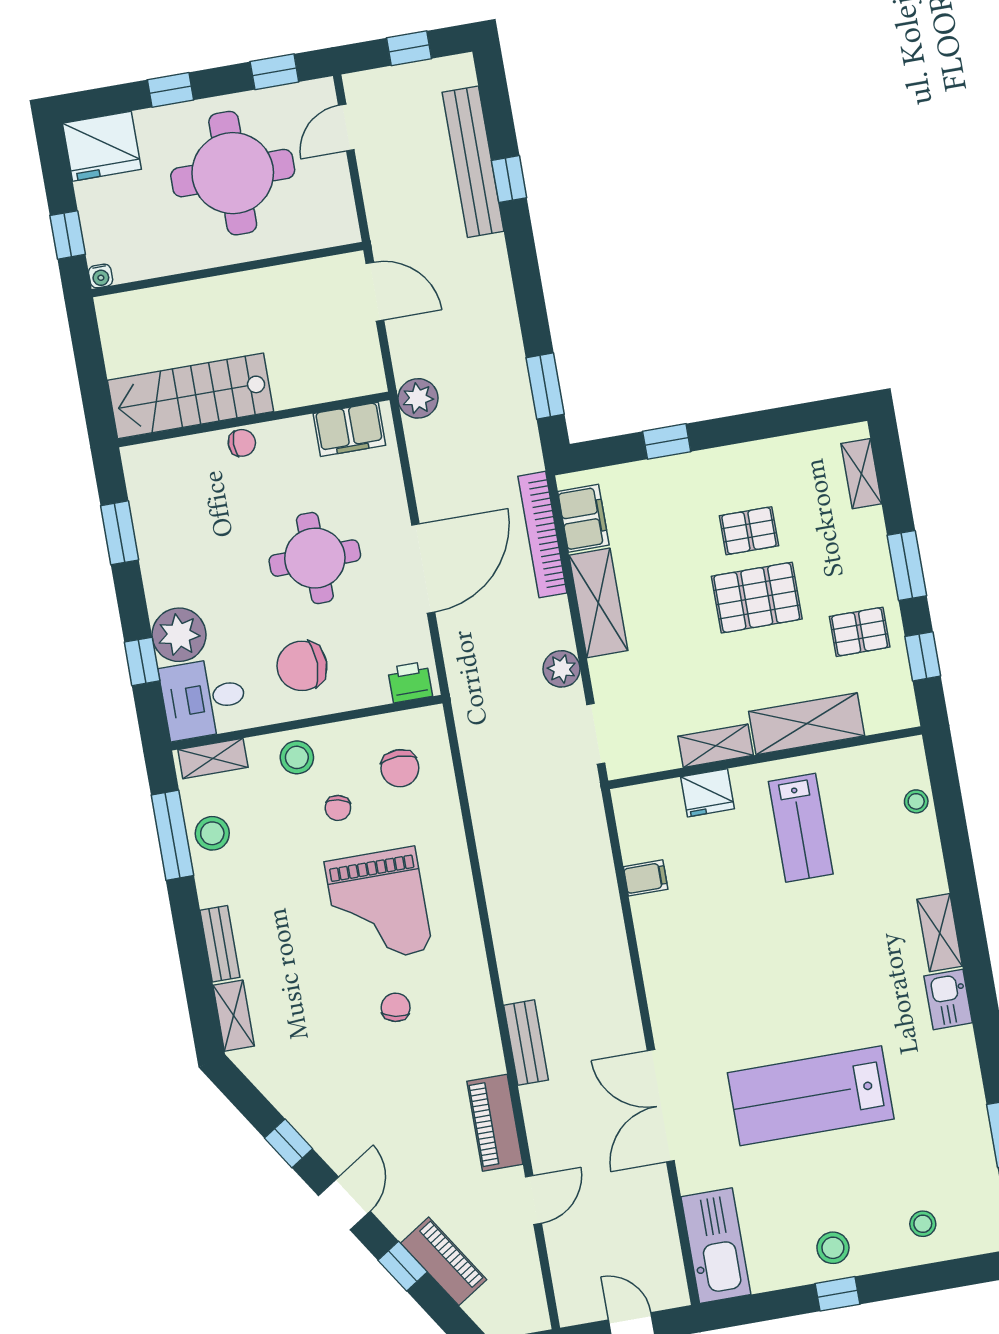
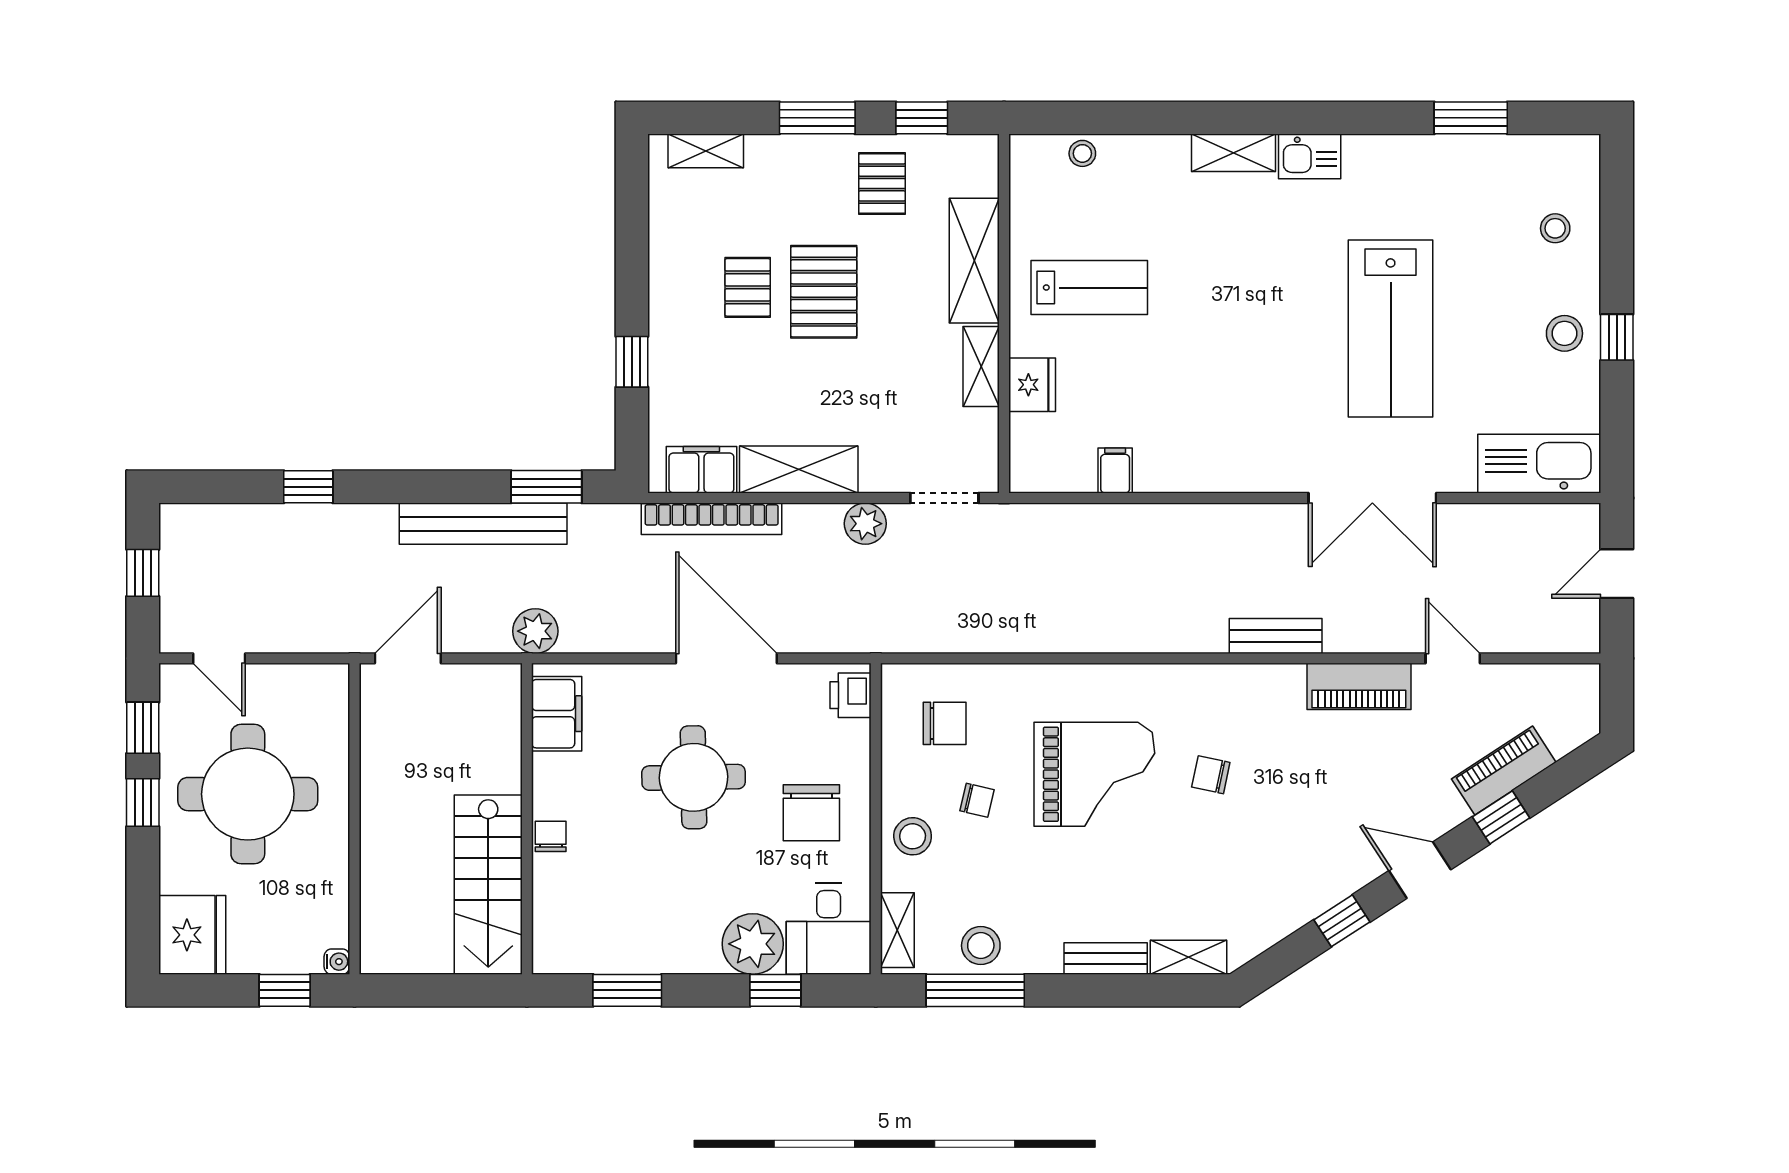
window: (171, 90) -> (143, 802), moved
bench: (473, 162) -> (483, 524), moved

